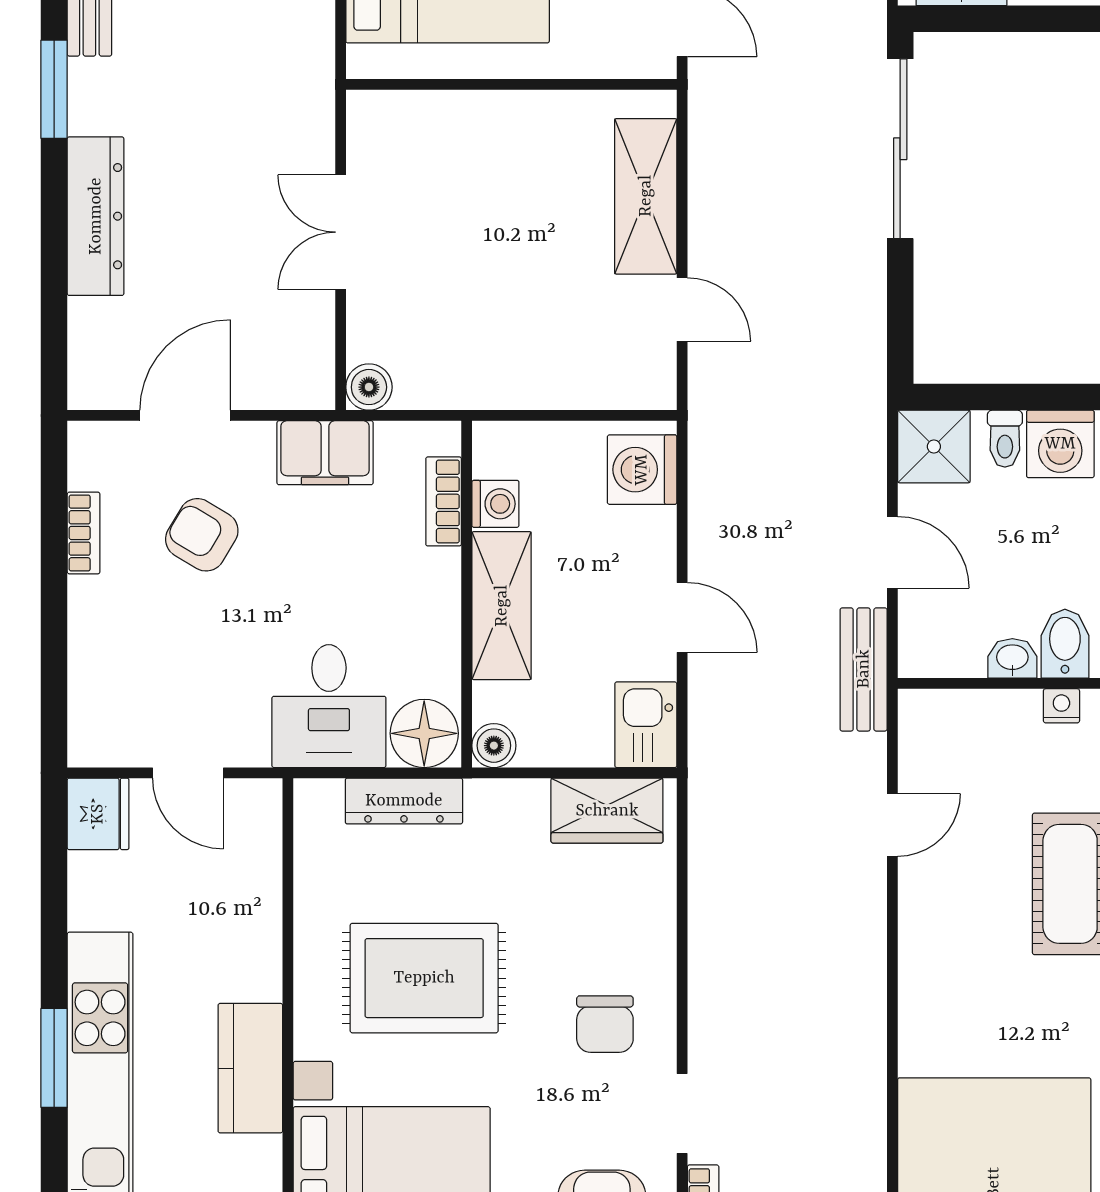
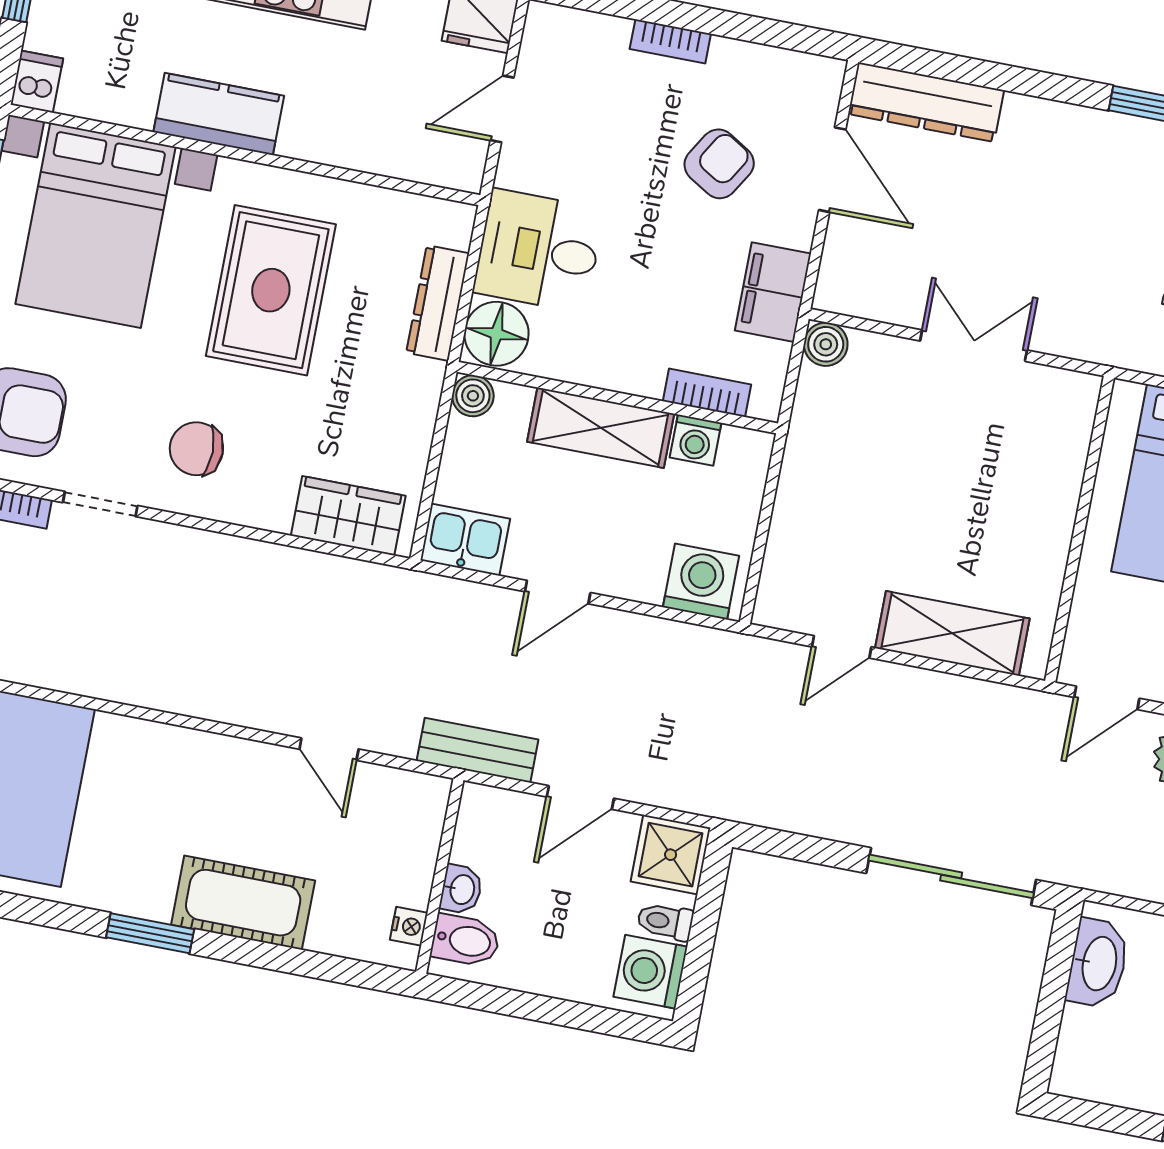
dresser: (96, 216) -> (926, 102), moved
bookcase: (84, 533) -> (670, 41), moved
wardrobe: (607, 811) -> (348, 516), moved, turned 90

